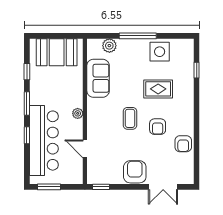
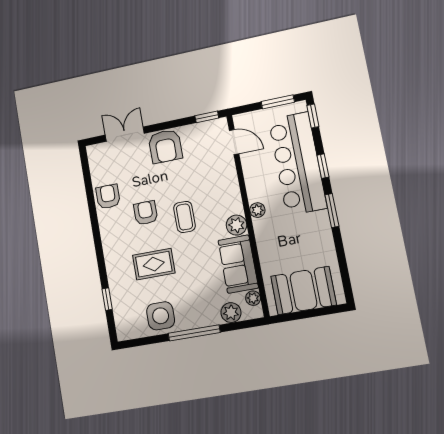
plant: (92, 53) -> (253, 298), added
window: (27, 72) -> (313, 116), moved
plant: (94, 106) -> (236, 225), added
door: (85, 149) -> (234, 142), moved

